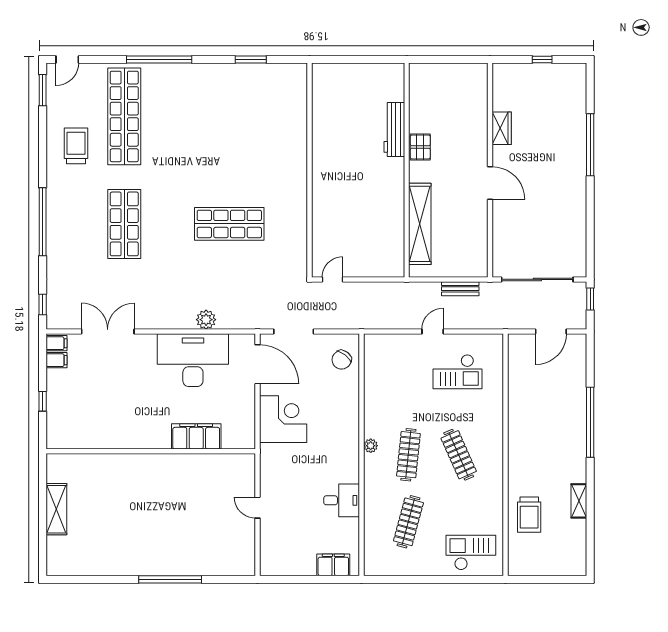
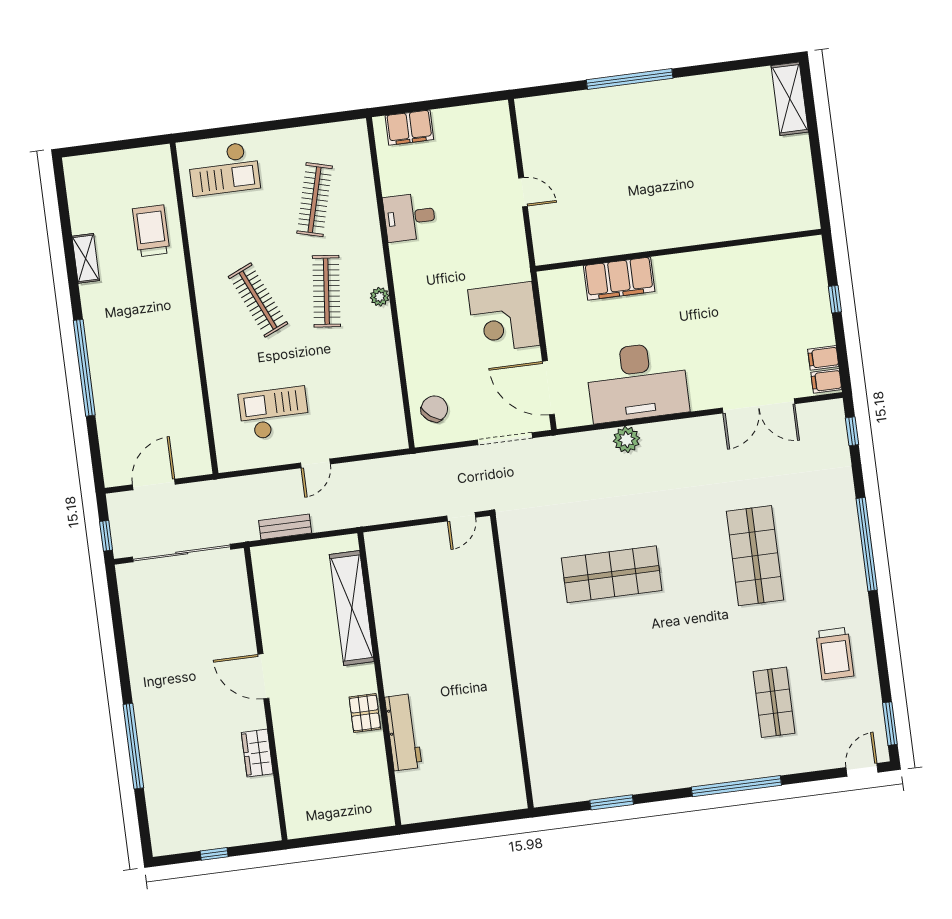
shop shelf: (124, 116) -> (774, 702), width x0.50, depth x0.74
shelving: (56, 509) -> (790, 99), moved

